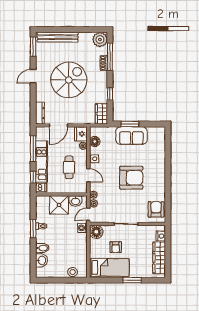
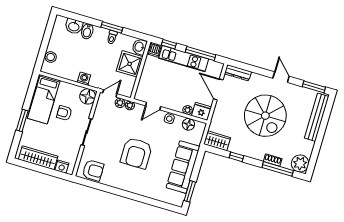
window: (130, 124) -> (190, 191), moved
sofa: (131, 136) -> (183, 167), width x1.36
cafe table: (69, 167) -> (168, 87), removed
washbasin: (75, 201) -> (139, 47), moved
door: (88, 214) -> (110, 93), hinge flipped
washing machine: (82, 228) -> (84, 79), moved

